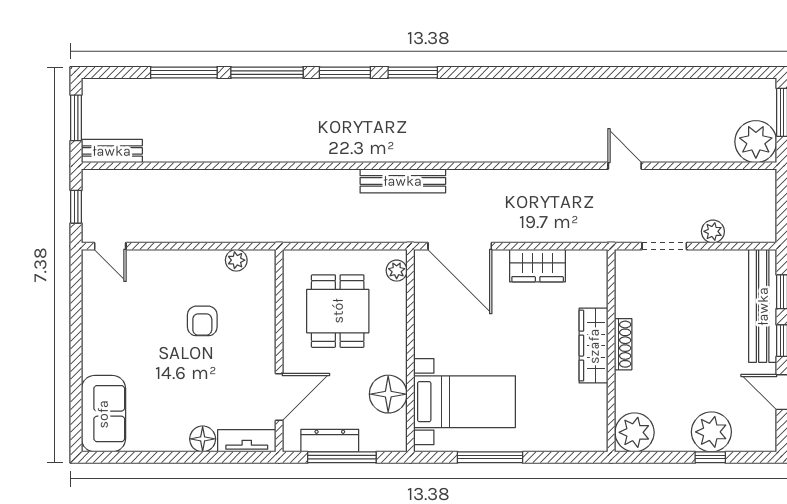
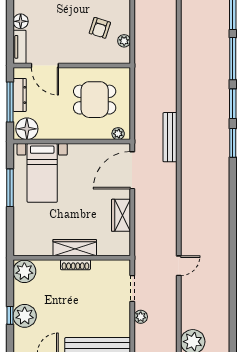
armchair: (202, 321) -> (100, 28), moved, turned -72
floor lamp: (388, 394) -> (27, 129), moved

